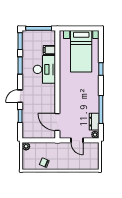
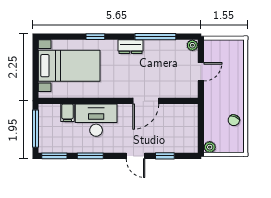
door: (57, 122) -> (146, 101), moved
dresser: (94, 122) -> (131, 47), moved

